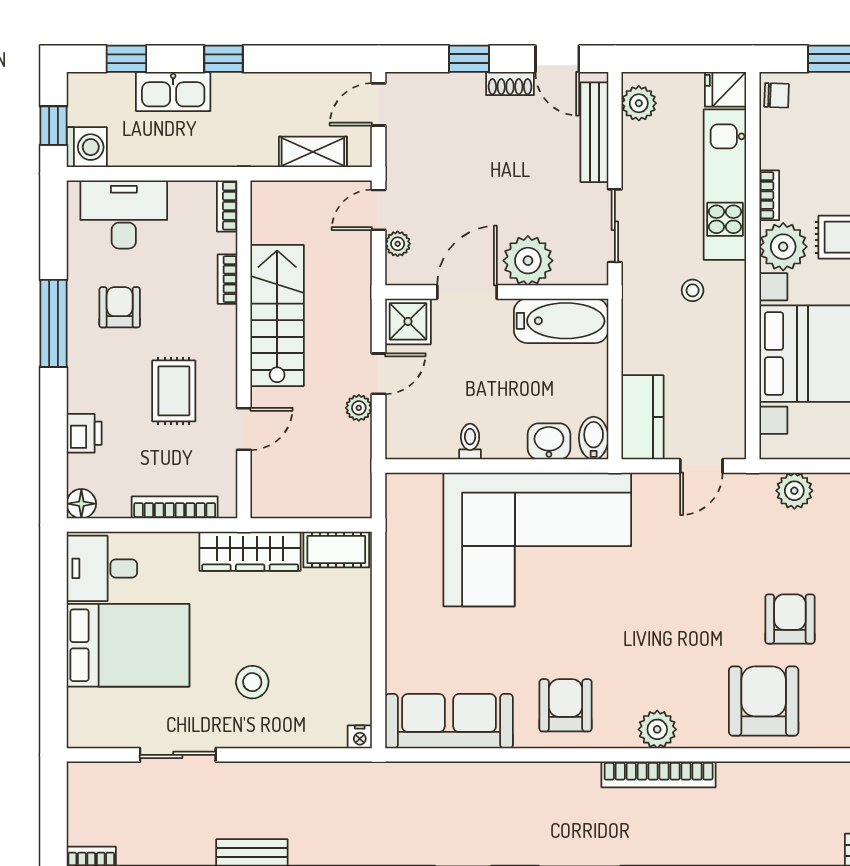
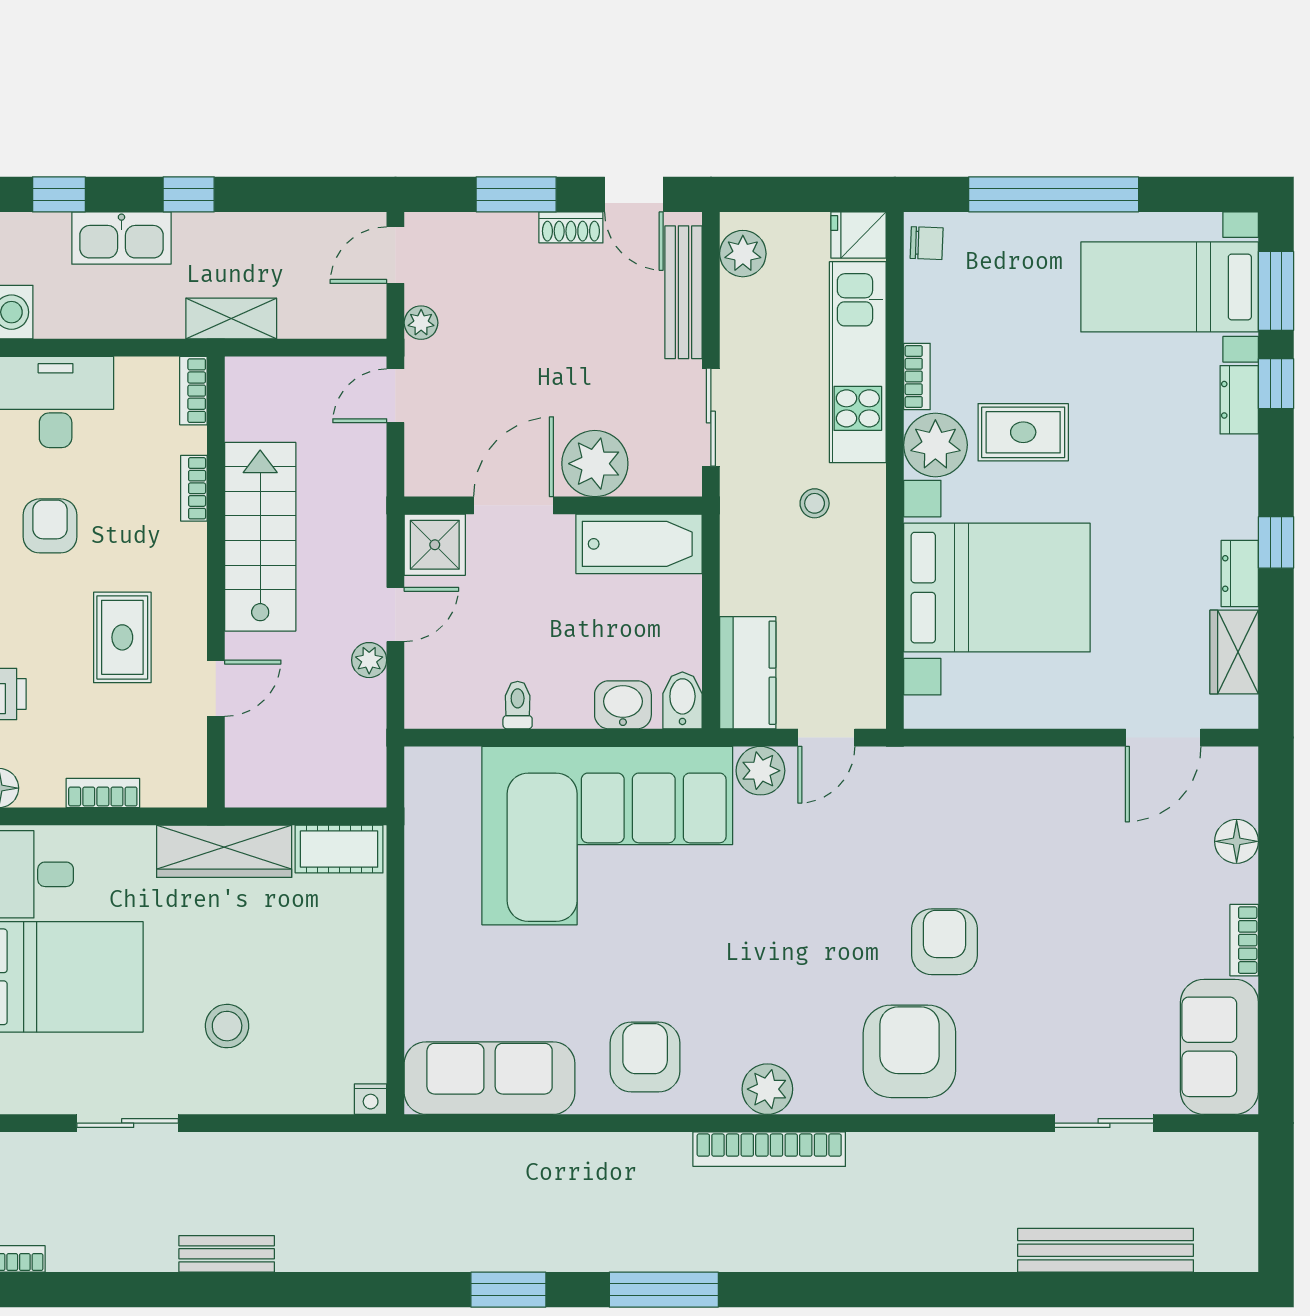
window: (469, 59) -> (516, 194), width x1.50
shelving: (313, 152) -> (231, 319), moved
plant: (398, 244) -> (421, 323), moved
plant: (794, 491) -> (760, 771), moved
bookcase: (175, 507) -> (103, 793), width x0.64

